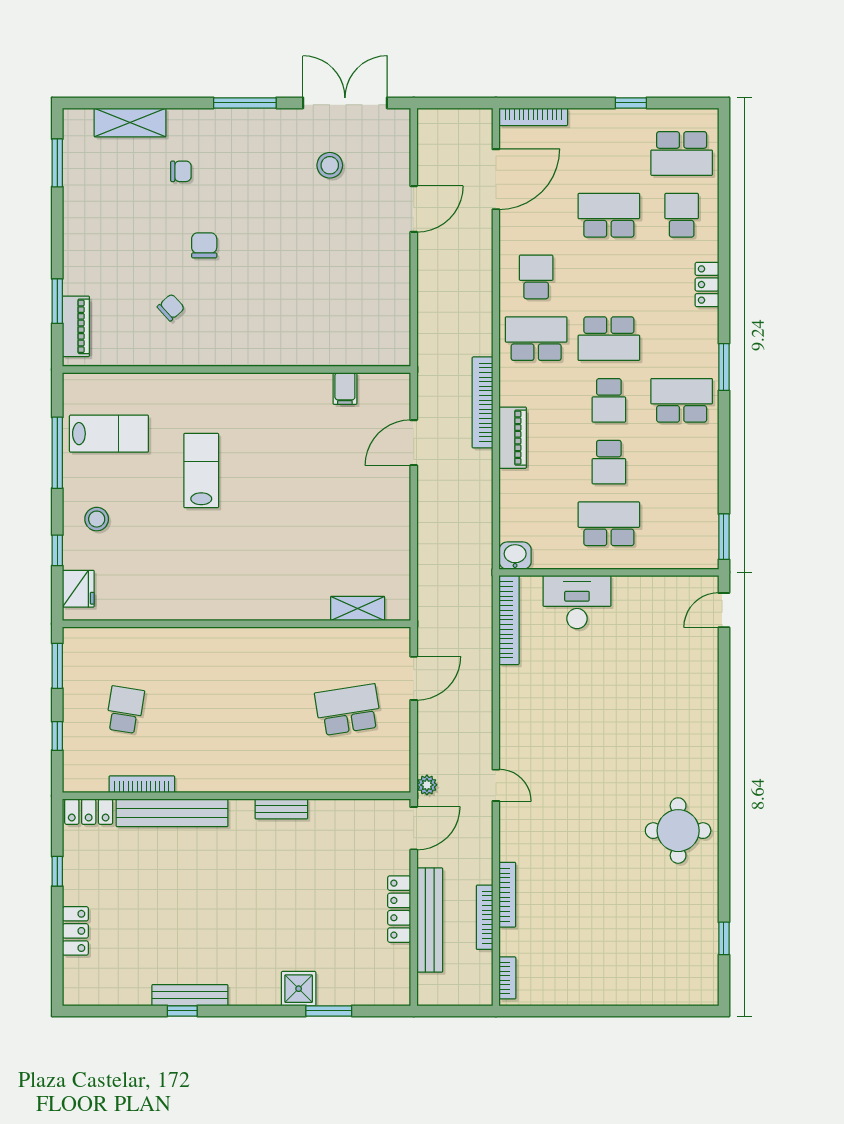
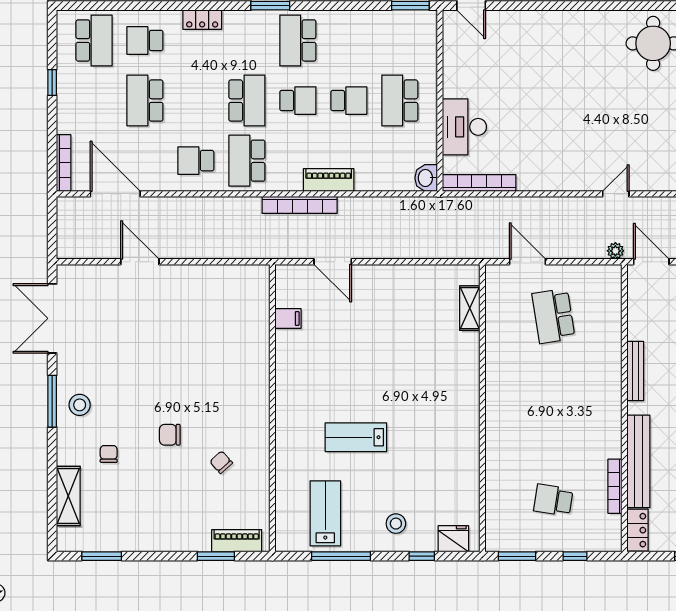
stool: (330, 165) -> (80, 405), moved
bench: (281, 809) -> (635, 371), width x1.36

